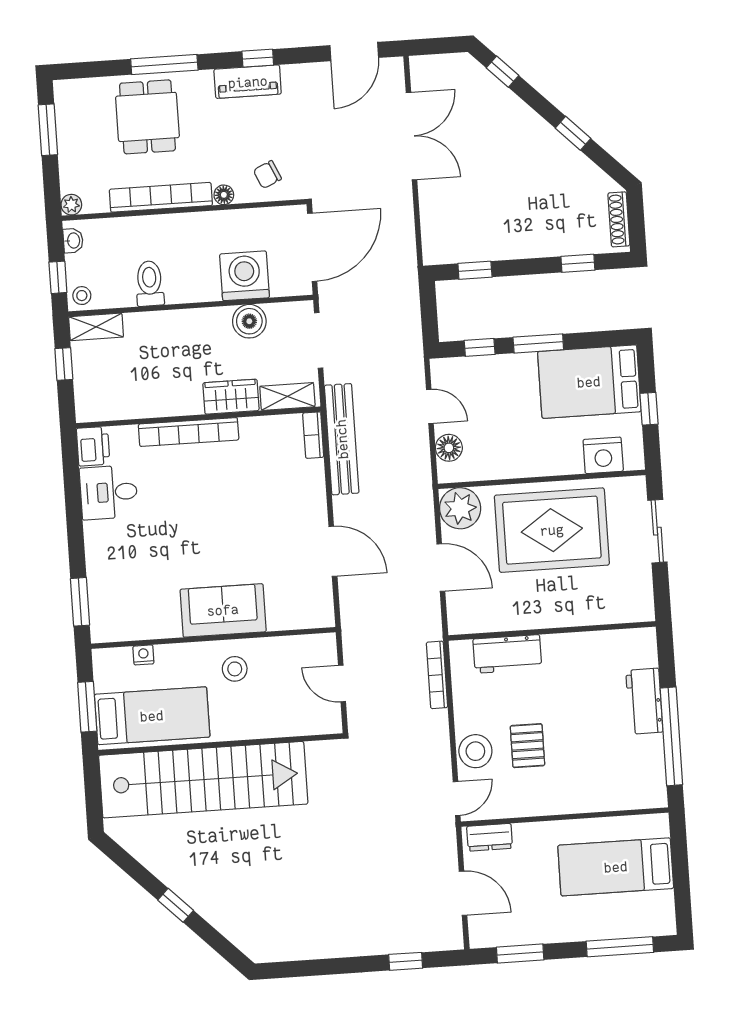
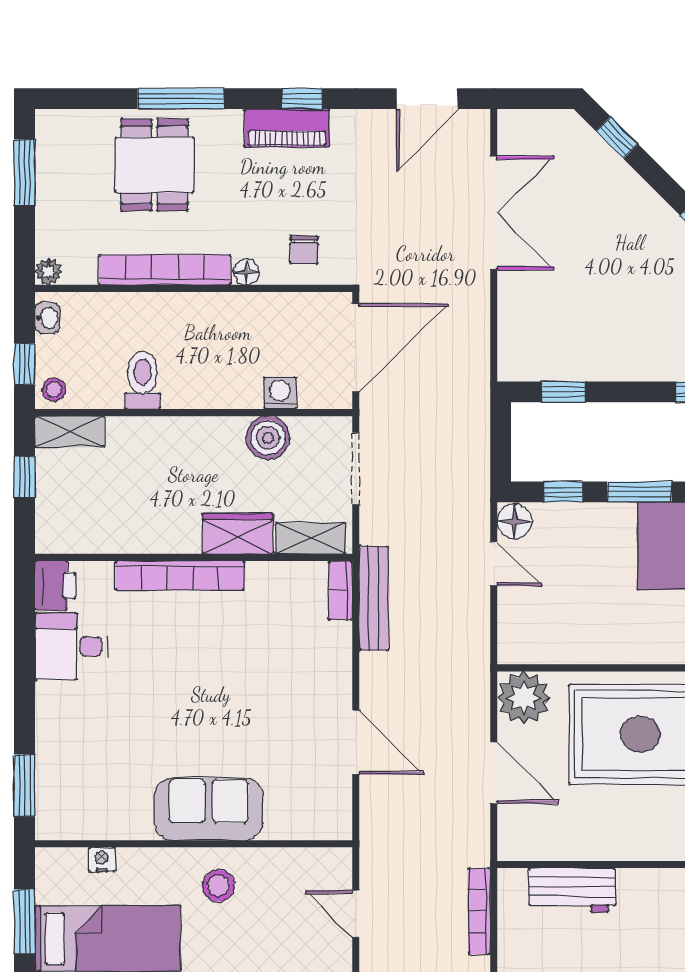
chair: (267, 175) -> (304, 250), turned -66
washing machine: (245, 276) -> (280, 393), width x0.53, depth x0.53
bench: (342, 439) -> (374, 598), width x0.73, depth x0.82
floor lamp: (449, 448) -> (515, 521), moved

